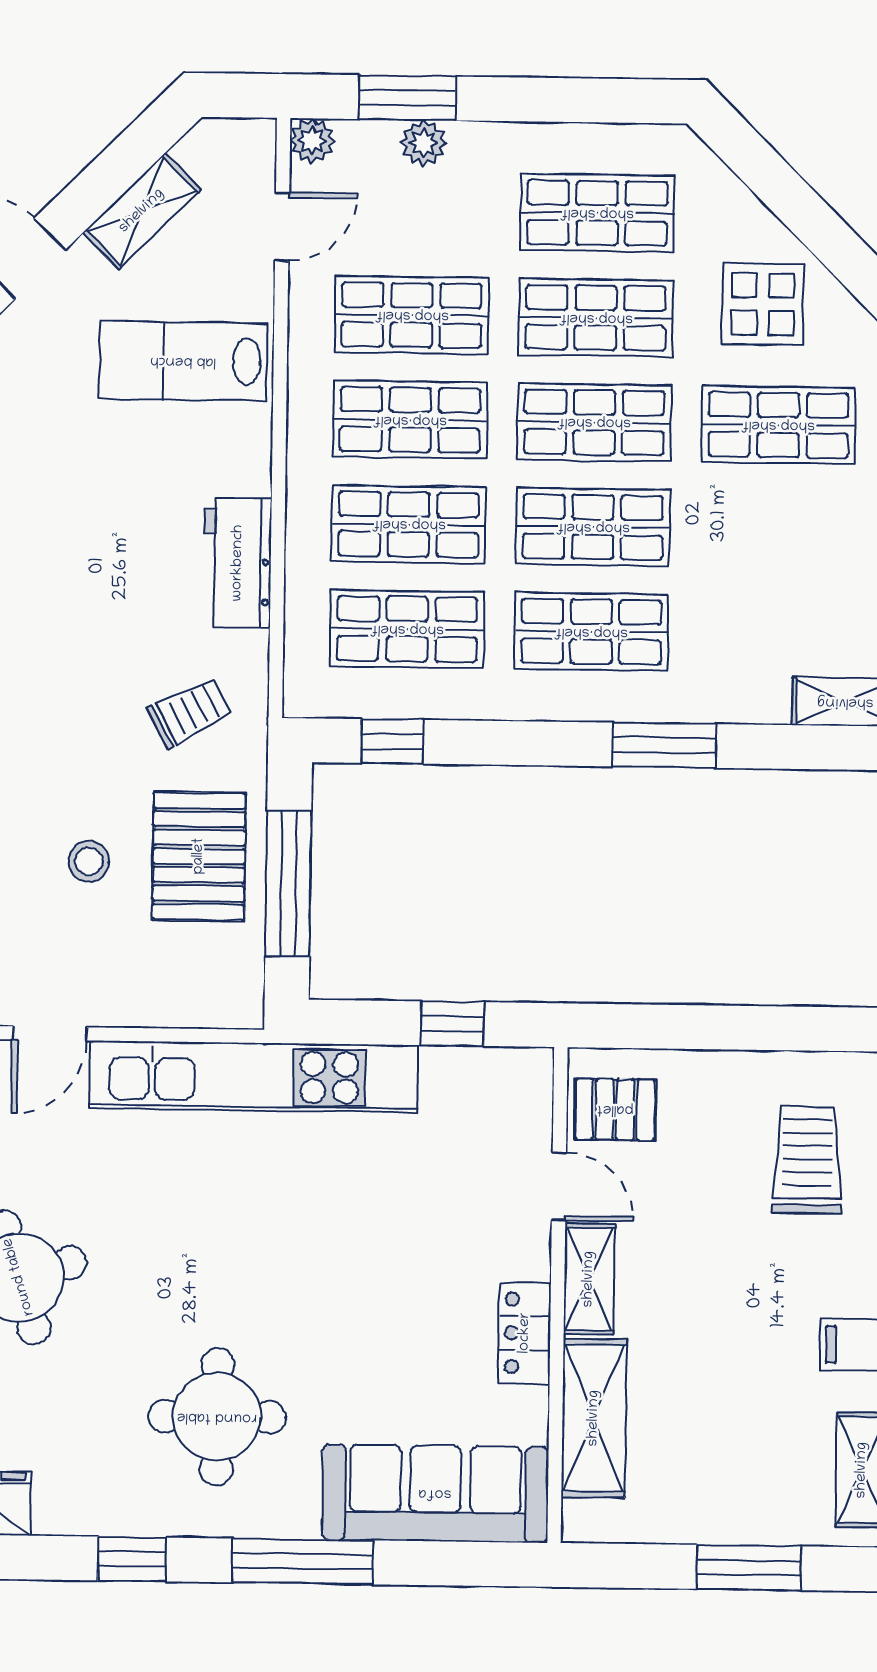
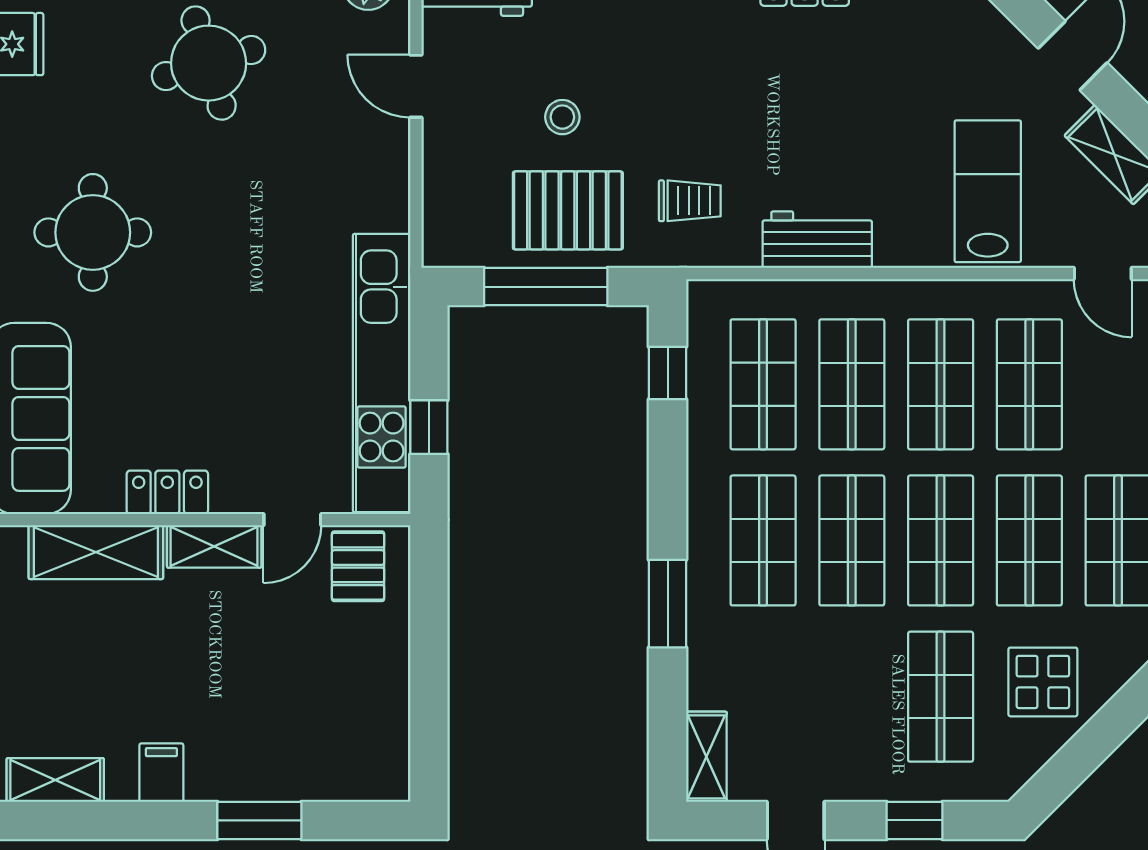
trolley: (190, 712) -> (690, 201), turned -62
kitchen unit: (254, 1077) -> (382, 373), moved
trolley: (807, 1160) -> (318, 730), removed

